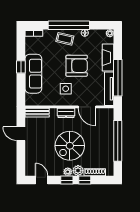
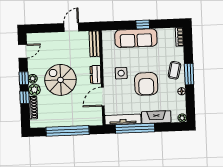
window: (69, 25) -> (189, 74), width x0.47

